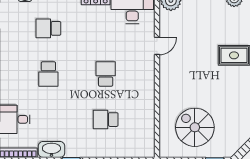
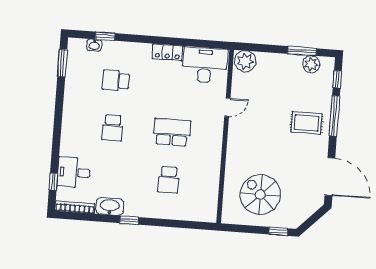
school desk: (106, 74) -> (172, 132), width x1.85
school desk: (106, 120) -> (168, 180), turned -90

